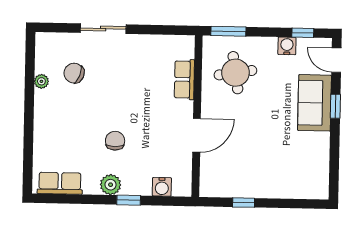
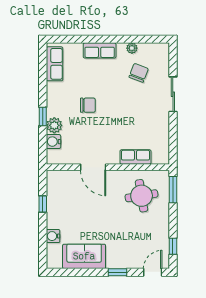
water cooler: (287, 46) -> (53, 236), moved, turned 180
sofa: (314, 103) -> (84, 256), moved
row of seats: (43, 124) -> (100, 50), added
plant: (111, 185) -> (54, 125), moved

